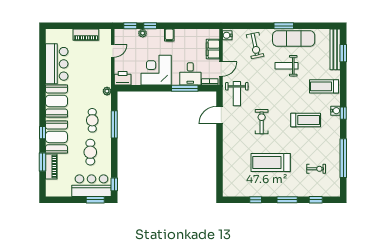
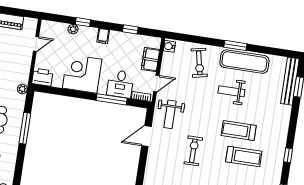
window: (130, 26) -> (130, 29), moved
treadmill: (324, 86) -> (239, 130), moved
water cooler: (336, 111) -> (280, 151), removed

